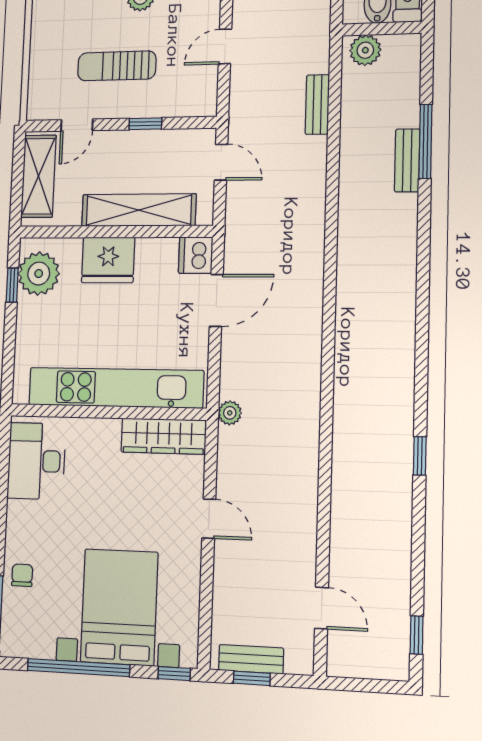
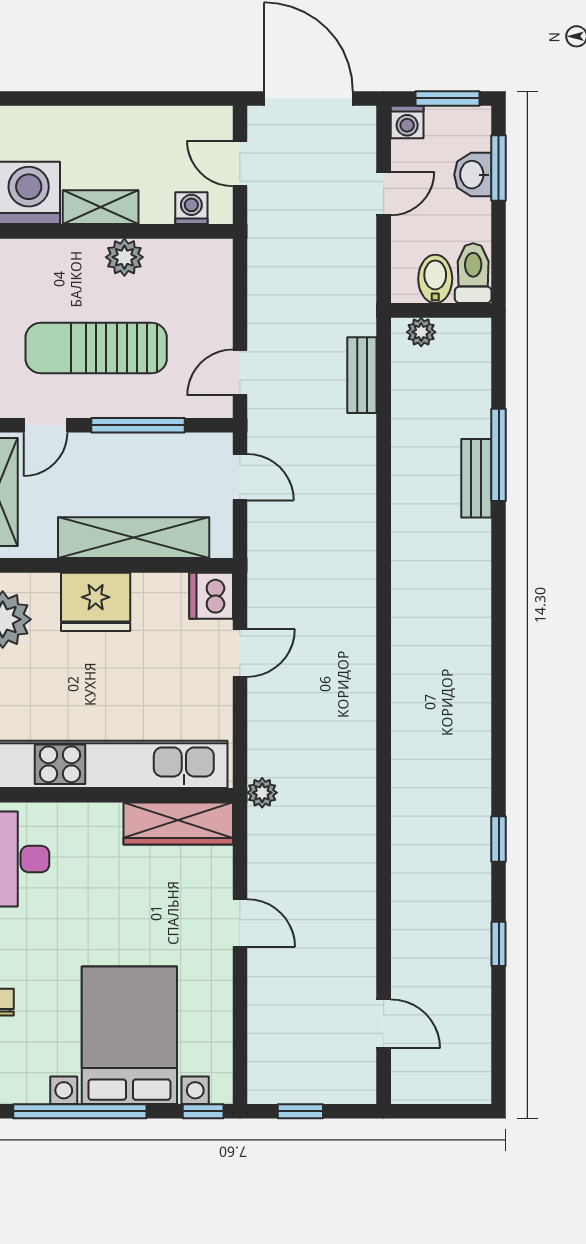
door: (225, 46) -> (240, 373), moved
plant: (365, 50) -> (421, 332), width x0.73, depth x0.73
sun lounger: (117, 66) -> (96, 348), width x1.36, depth x1.34
bench: (317, 104) -> (362, 375), moved
window: (145, 124) -> (138, 425), width x2.17
door: (216, 300) -> (240, 653), width x0.73
window: (417, 635) -> (499, 944), moved
bench: (251, 659) -> (299, 1089), removed

